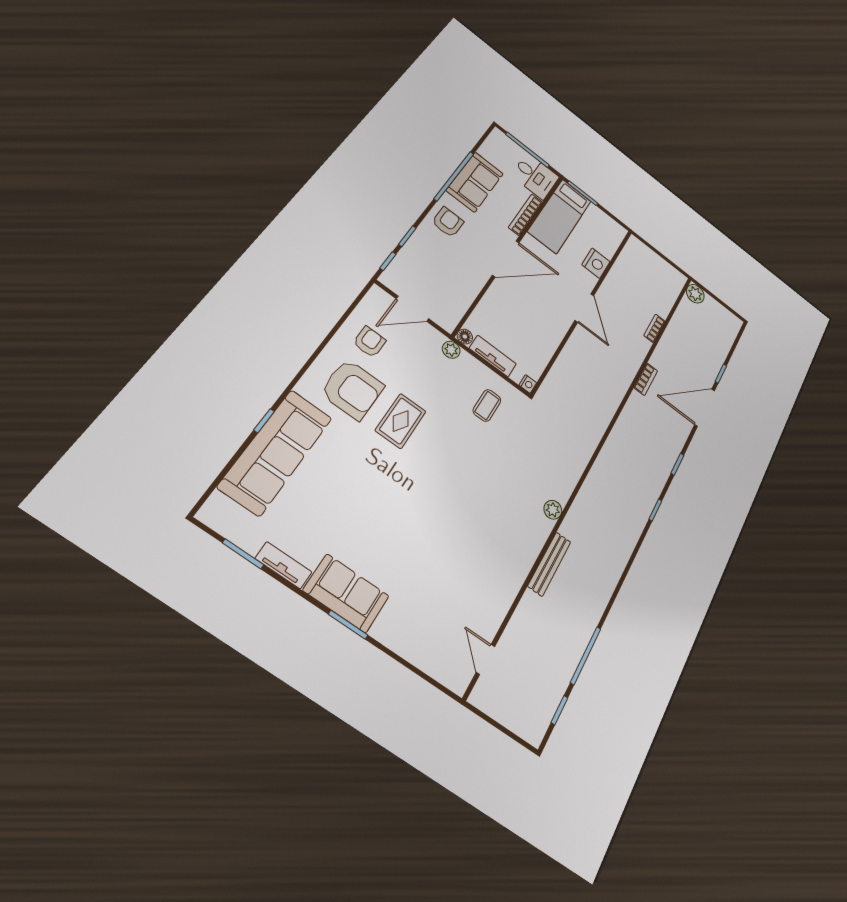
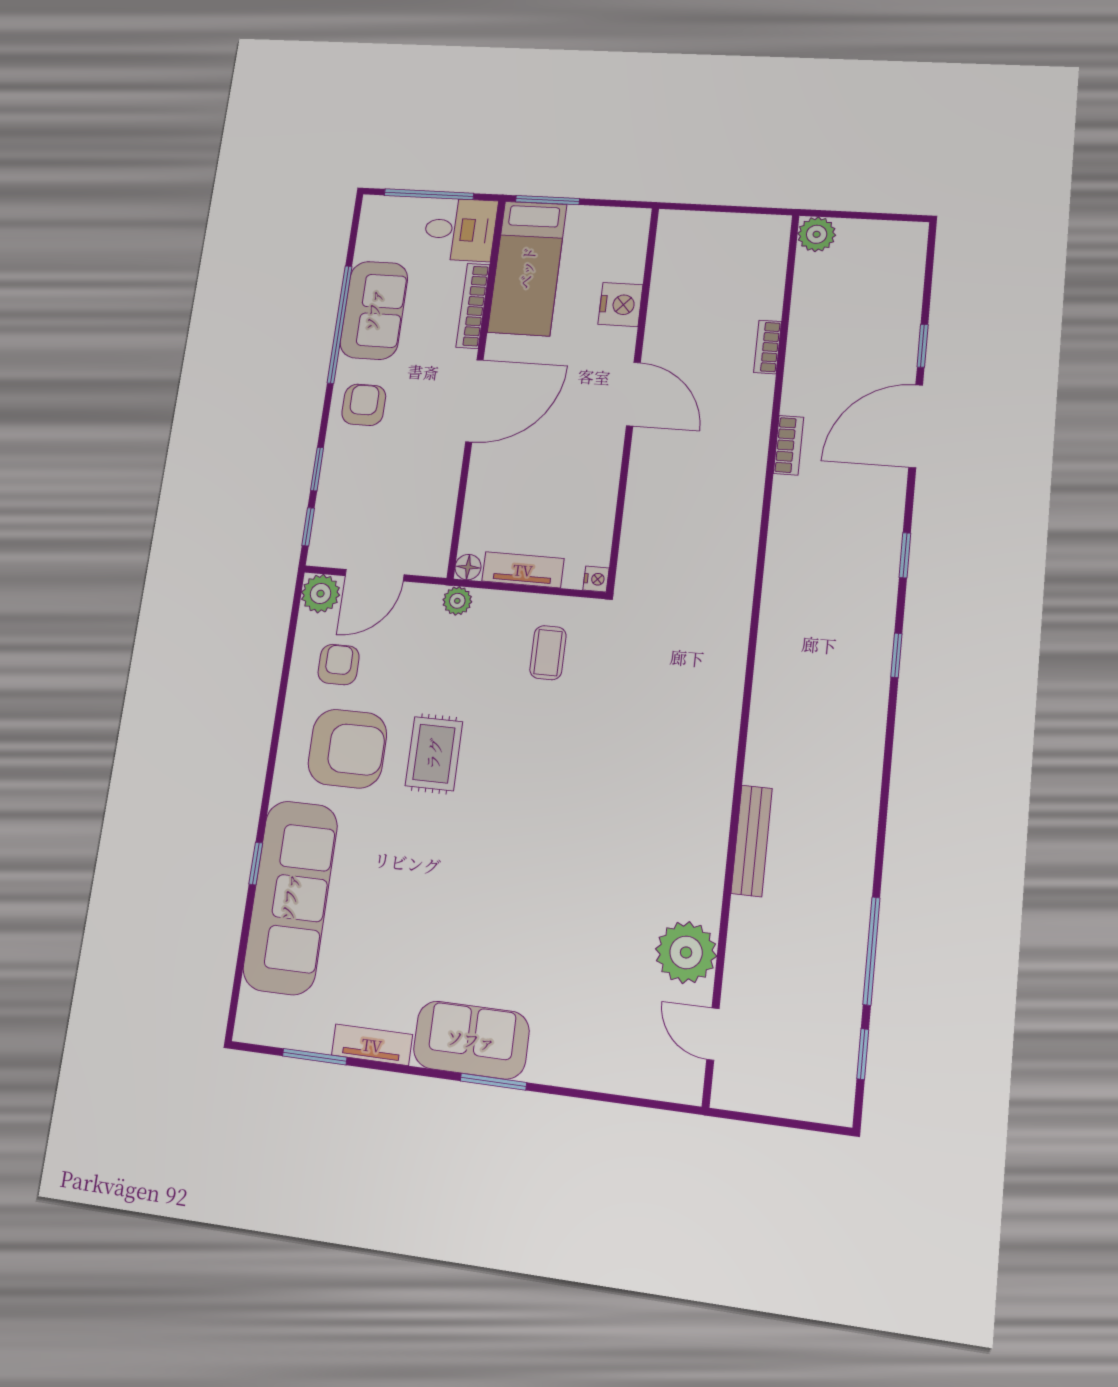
plant: (378, 299) -> (321, 594), added
plant: (553, 510) -> (686, 952), moved, width x1.88, depth x1.88

